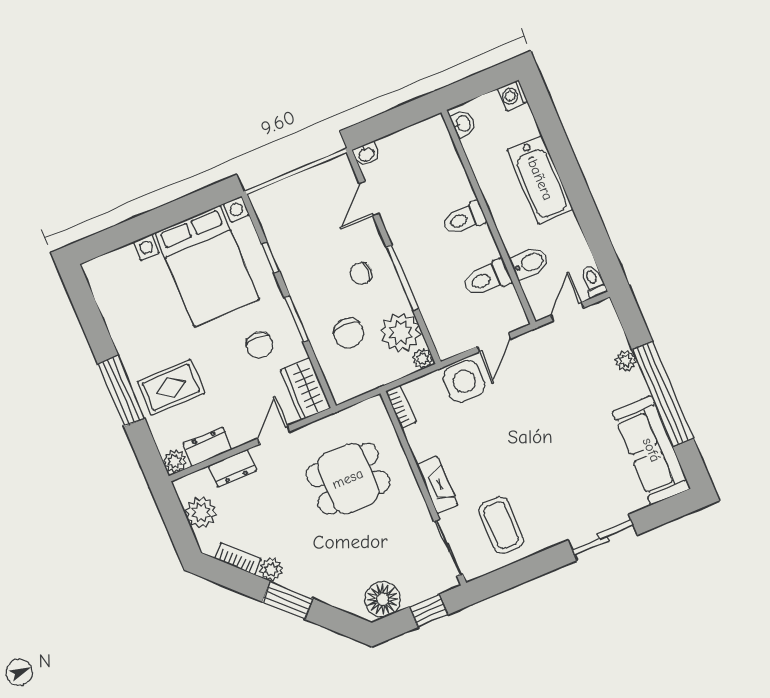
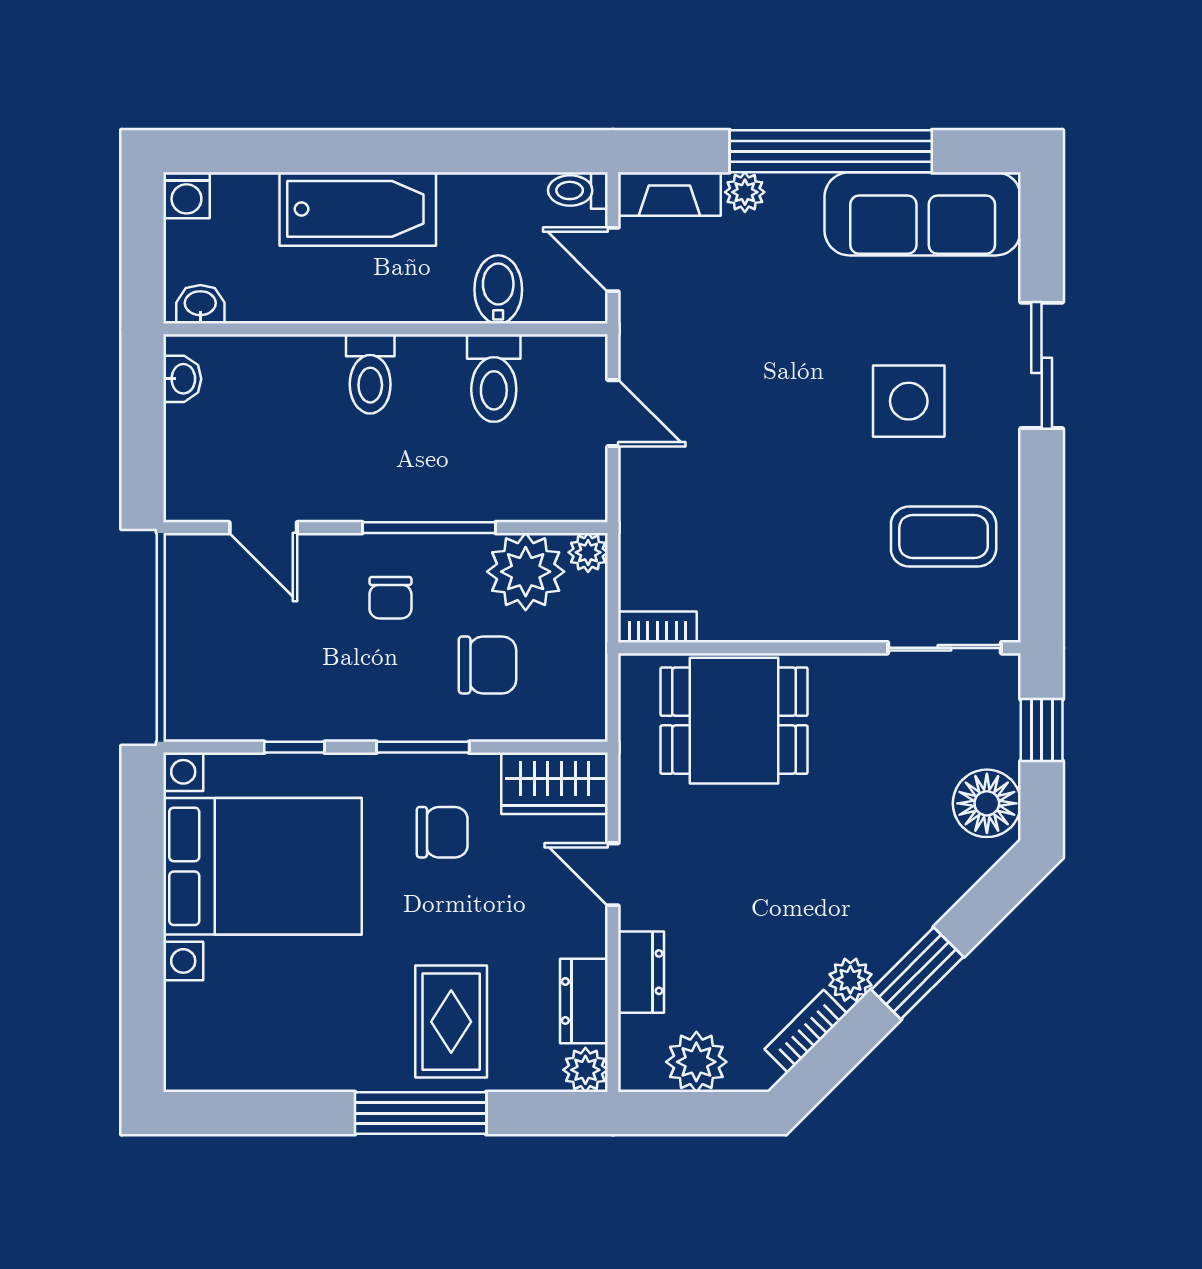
washbasin: (366, 154) -> (182, 379), moved
side table: (464, 381) -> (909, 401), moved
dining table: (348, 479) -> (734, 721), moved, turned 90
fireplace: (437, 485) -> (669, 194), moved, turned 180

